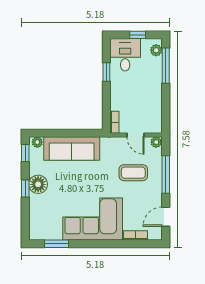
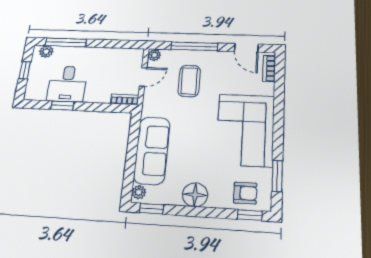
desk: (125, 55) -> (67, 84), moved, turned -90
window: (25, 189) -> (250, 215), moved
armchair: (42, 221) -> (245, 193), added
bookcase: (135, 235) -> (269, 68), moved

